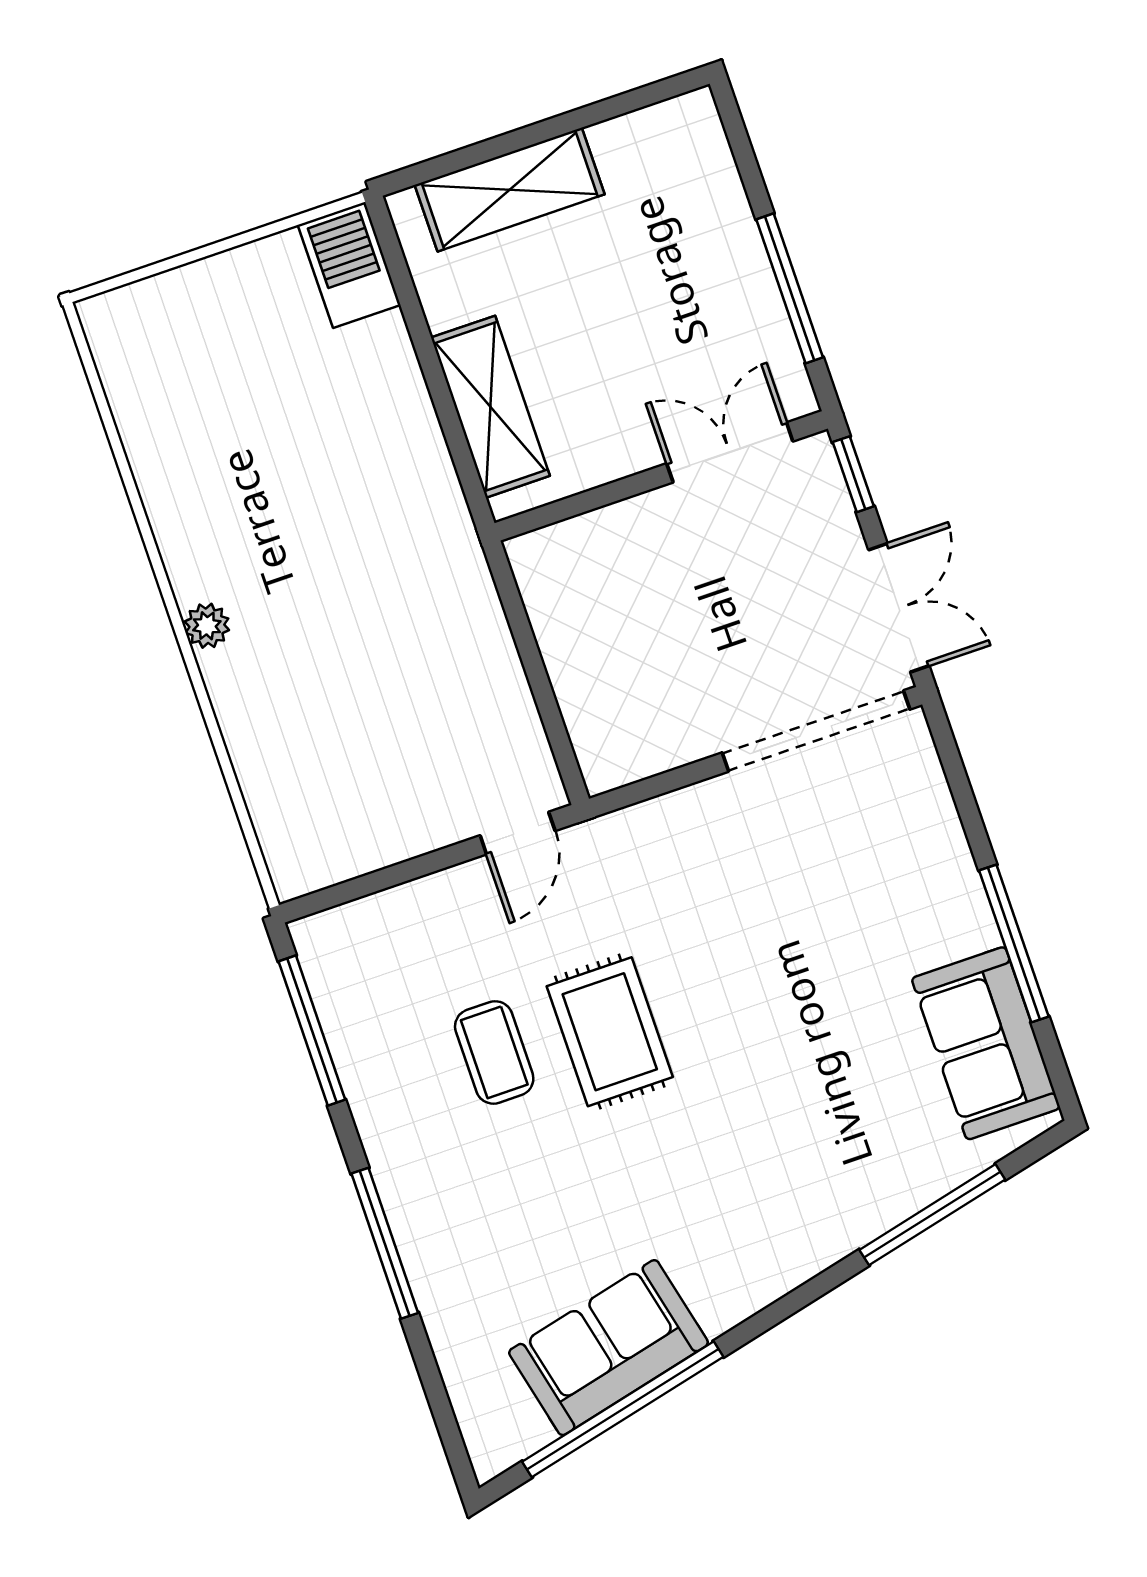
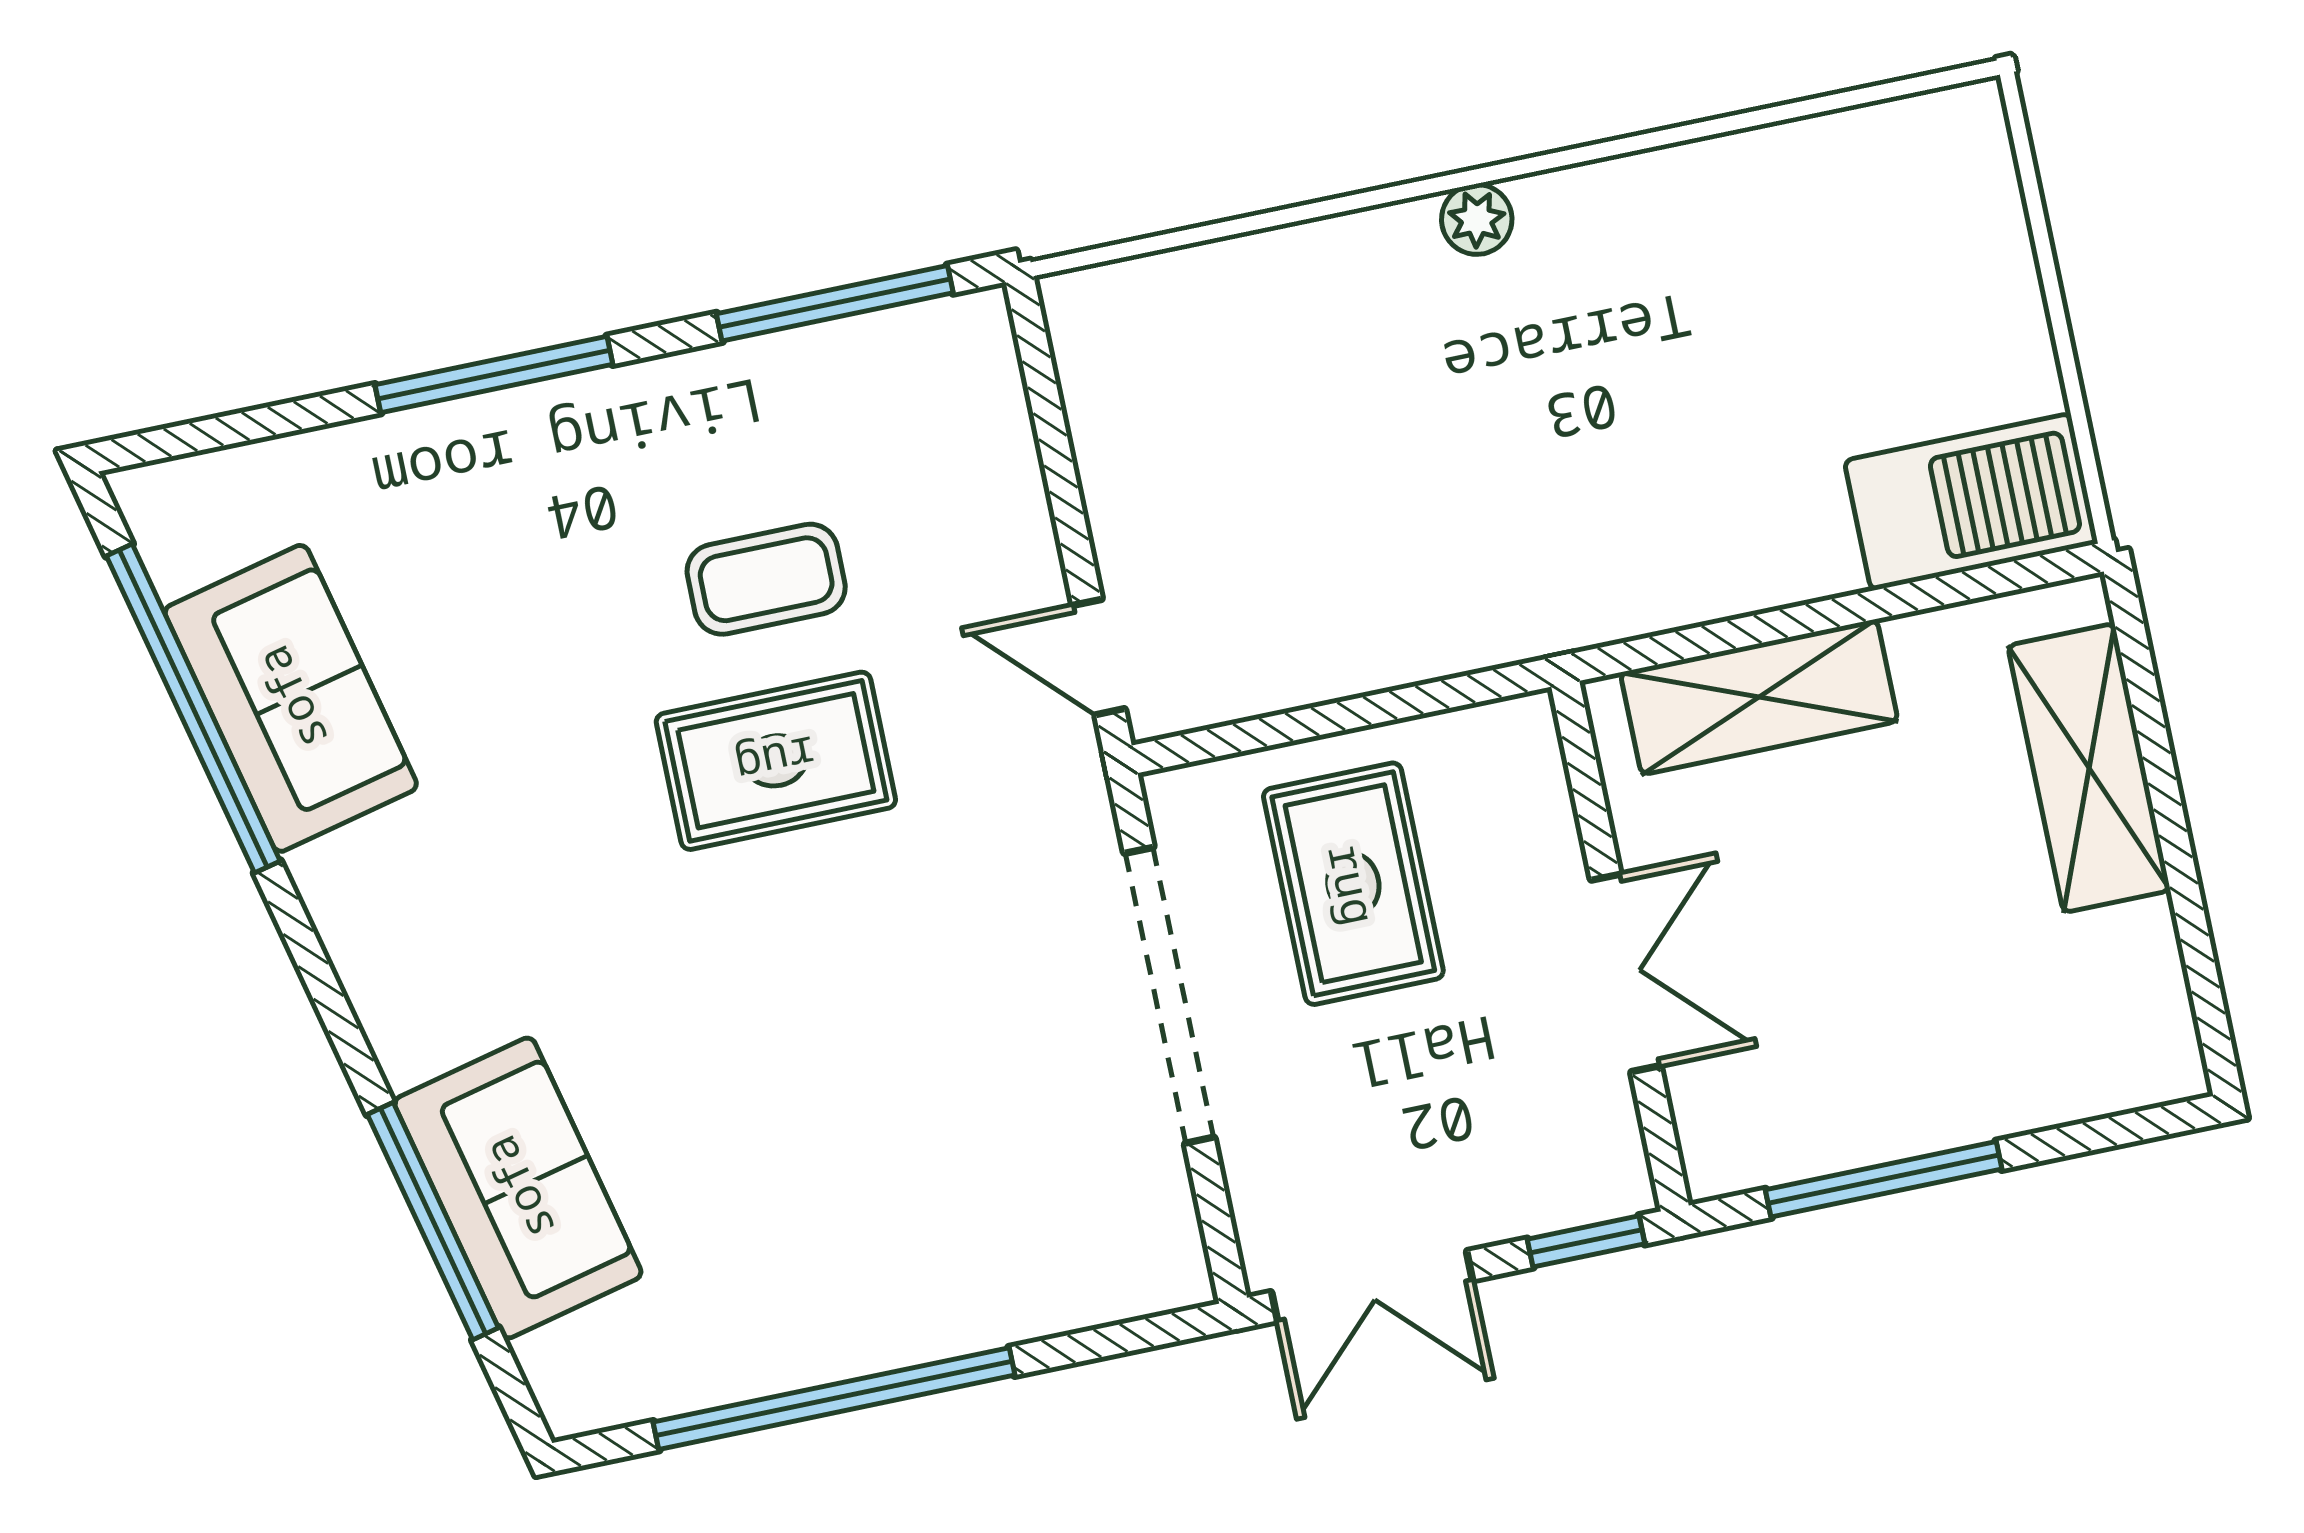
barbecue: (349, 265) -> (1971, 502), width x1.37, depth x1.21
double door: (730, 452) -> (1626, 973), moved
rug: (642, 652) -> (1353, 884), added
doorway: (816, 731) -> (1169, 995), moved
window: (1014, 944) -> (834, 1399), width x1.46
sofa: (986, 1043) -> (518, 1188), moved, turned 77

